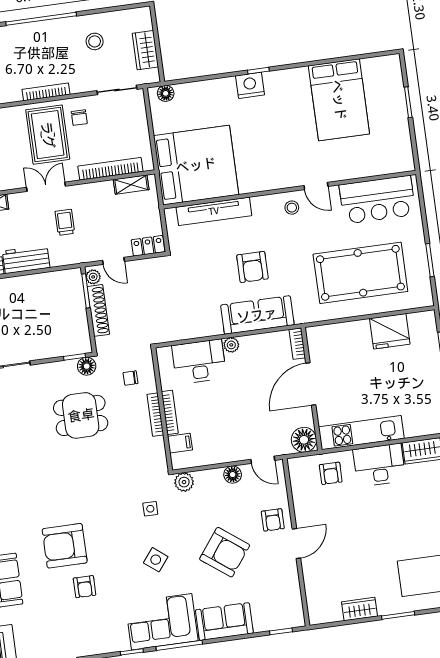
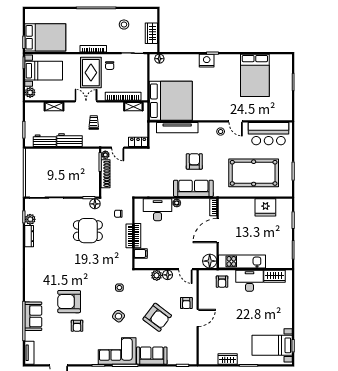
armchair: (252, 267) -> (194, 161), turned 180
plant: (184, 482) -> (157, 275), moved

